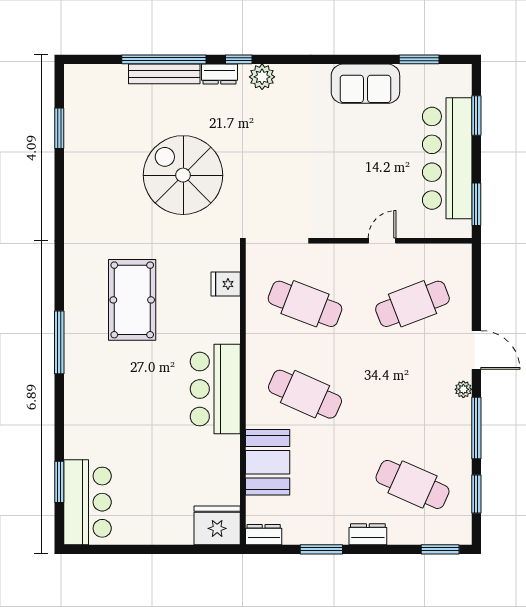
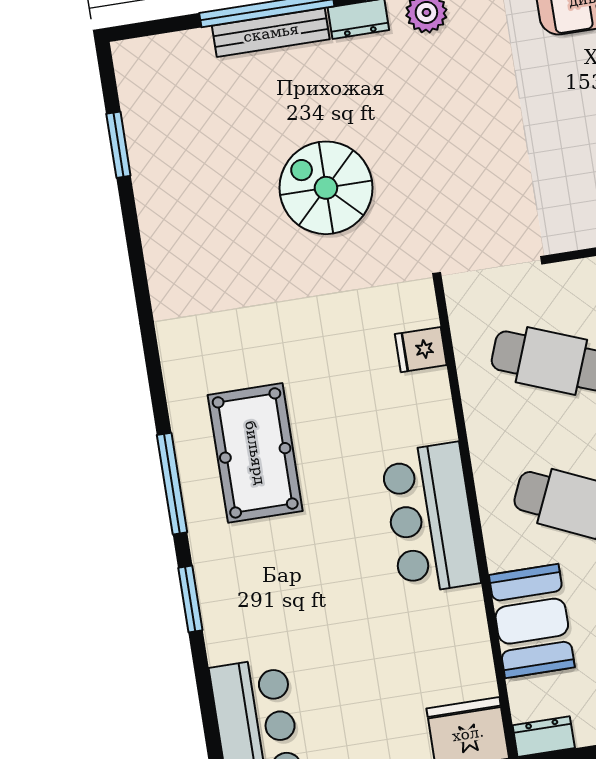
spiral stairs: (183, 175) -> (326, 188), width x0.73, depth x0.73
pool table: (132, 300) -> (255, 453), moved
window: (59, 482) -> (190, 599), moved

